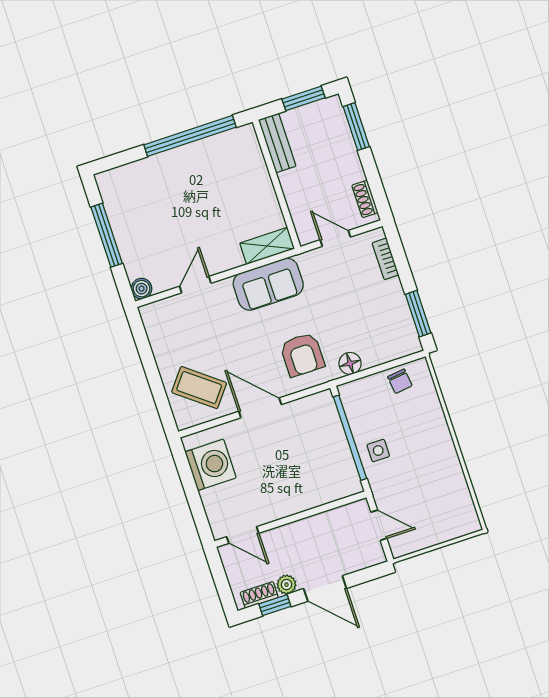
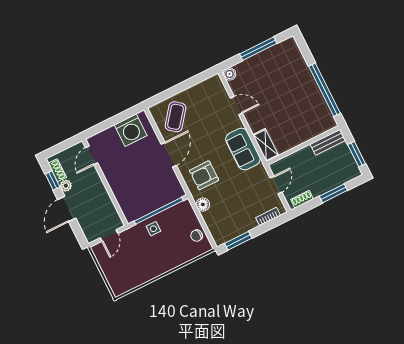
window: (356, 127) -> (333, 193), moved

